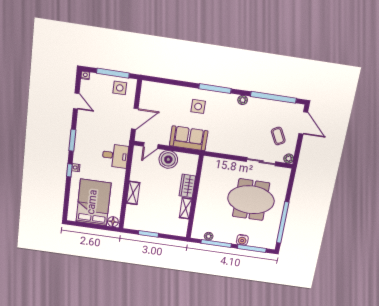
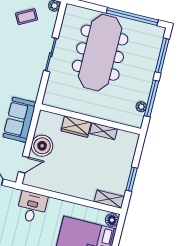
door: (151, 145) -> (24, 164), hinge flipped
sliding door: (261, 162) -> (51, 55), moved
shelving: (133, 193) -> (109, 199), moved
meeting table: (251, 200) -> (100, 53), width x1.36
water cooler: (242, 240) -> (150, 66), removed

